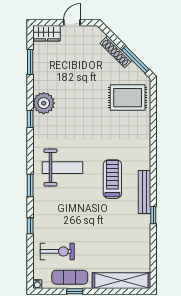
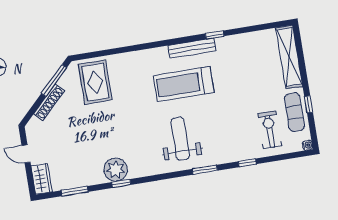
window: (30, 119) -> (121, 183), moved
treadmill: (112, 179) -> (184, 84), width x1.37, depth x1.38

